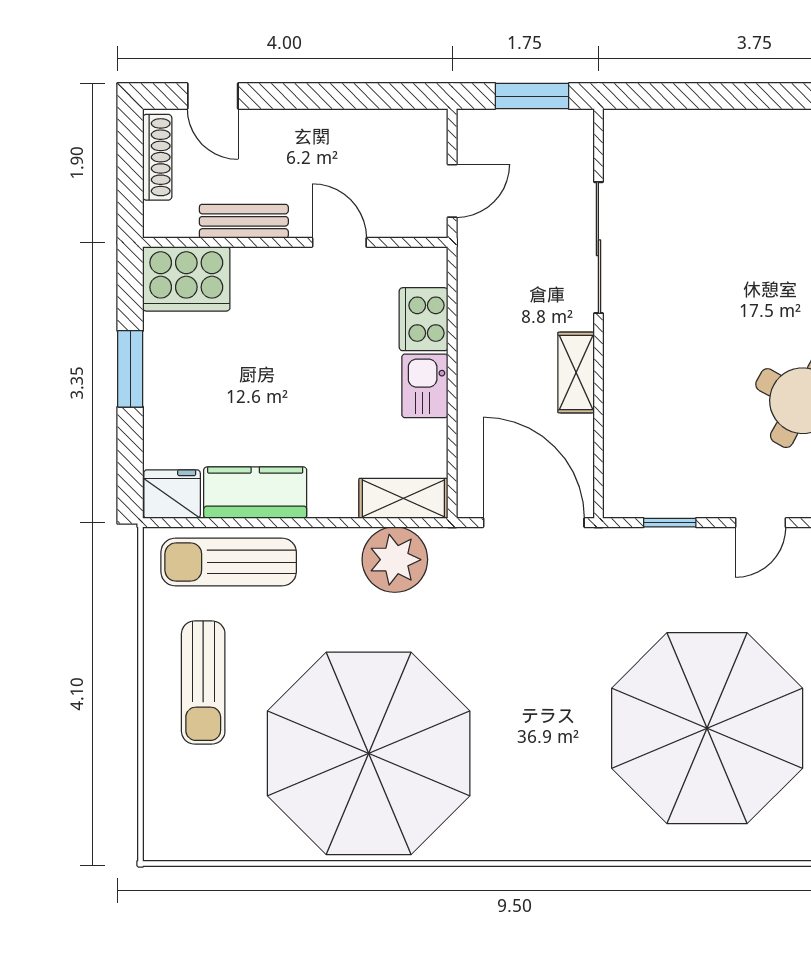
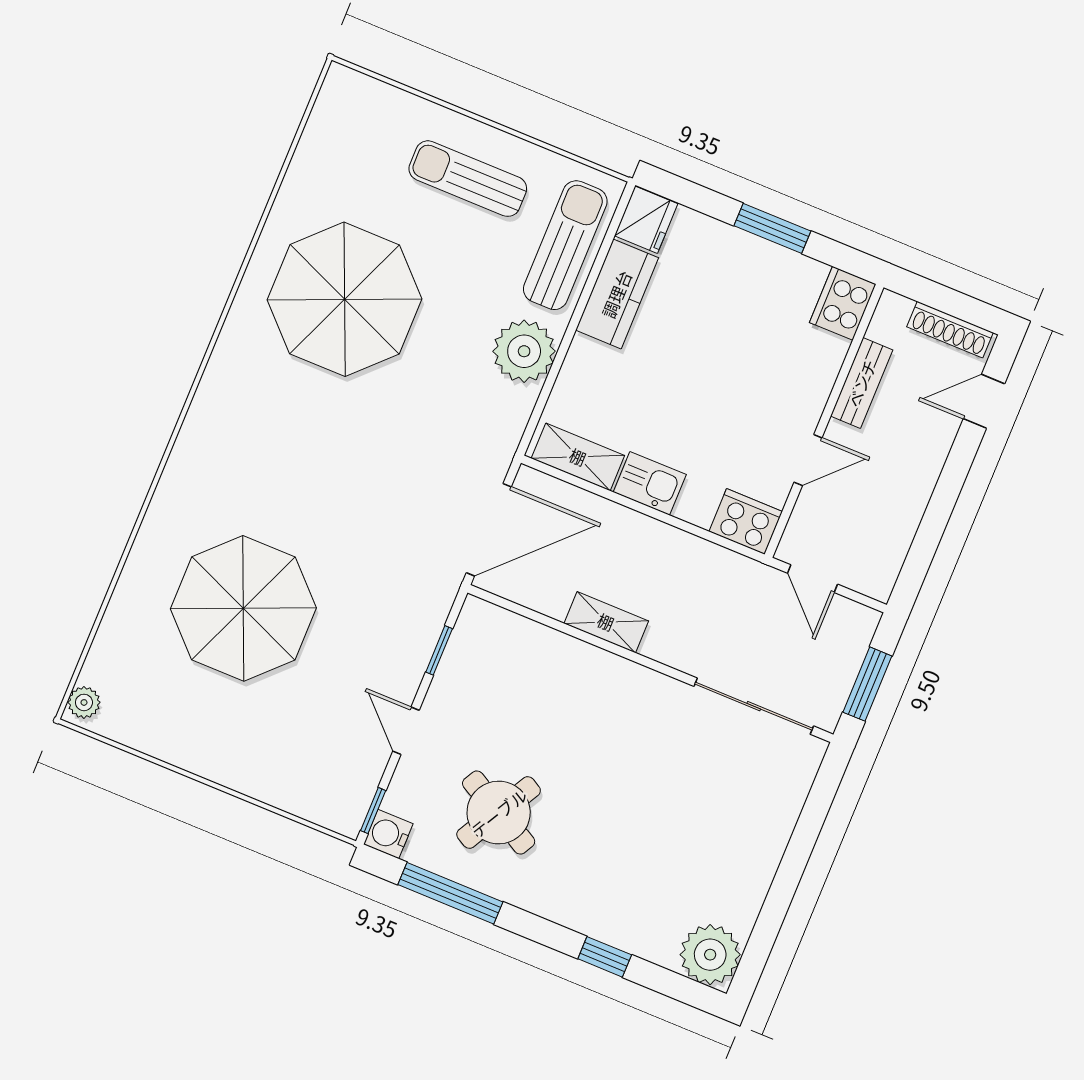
sliding door: (598, 248) -> (754, 706), moved
cooker: (186, 279) -> (843, 303), width x0.73, depth x0.76
cooker: (424, 319) -> (746, 522), moved
shelving: (403, 498) -> (578, 457), moved, turned 90
plant: (395, 560) -> (524, 351), moved
parasol: (707, 728) -> (243, 608), width x0.73, depth x0.73
parasol: (369, 753) -> (345, 299), width x0.73, depth x0.73

